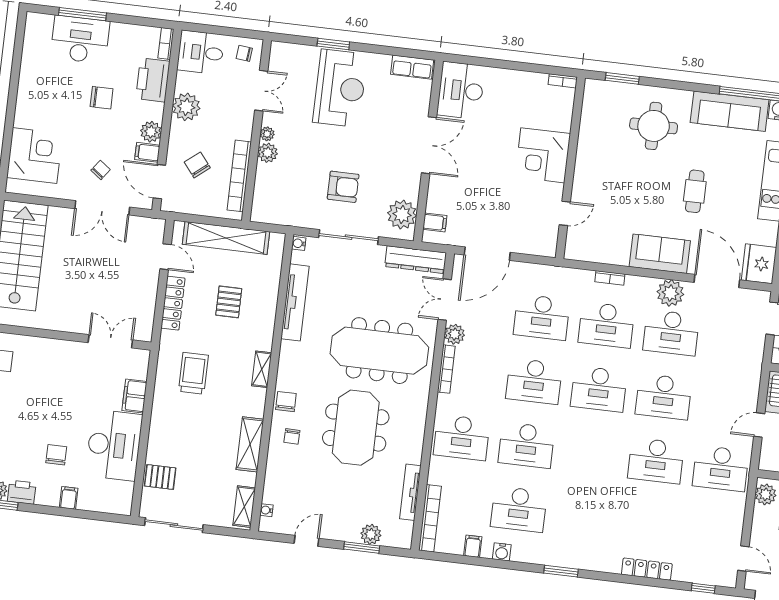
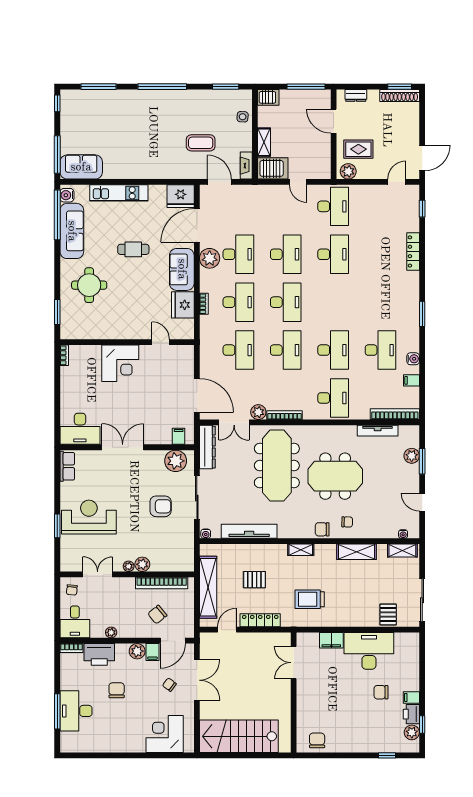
plant: (186, 107) -> (111, 632), width x0.53, depth x0.53
armchair: (343, 187) -> (161, 506), turned 90
fridge: (612, 249) -> (183, 305), added
filing cabinet: (69, 498) -> (411, 697), moved

